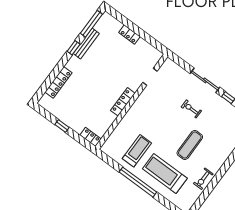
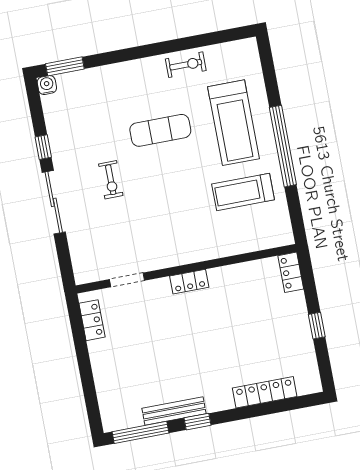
locker: (129, 35) -> (92, 320), moved
locker: (123, 102) -> (189, 282), width x0.66

